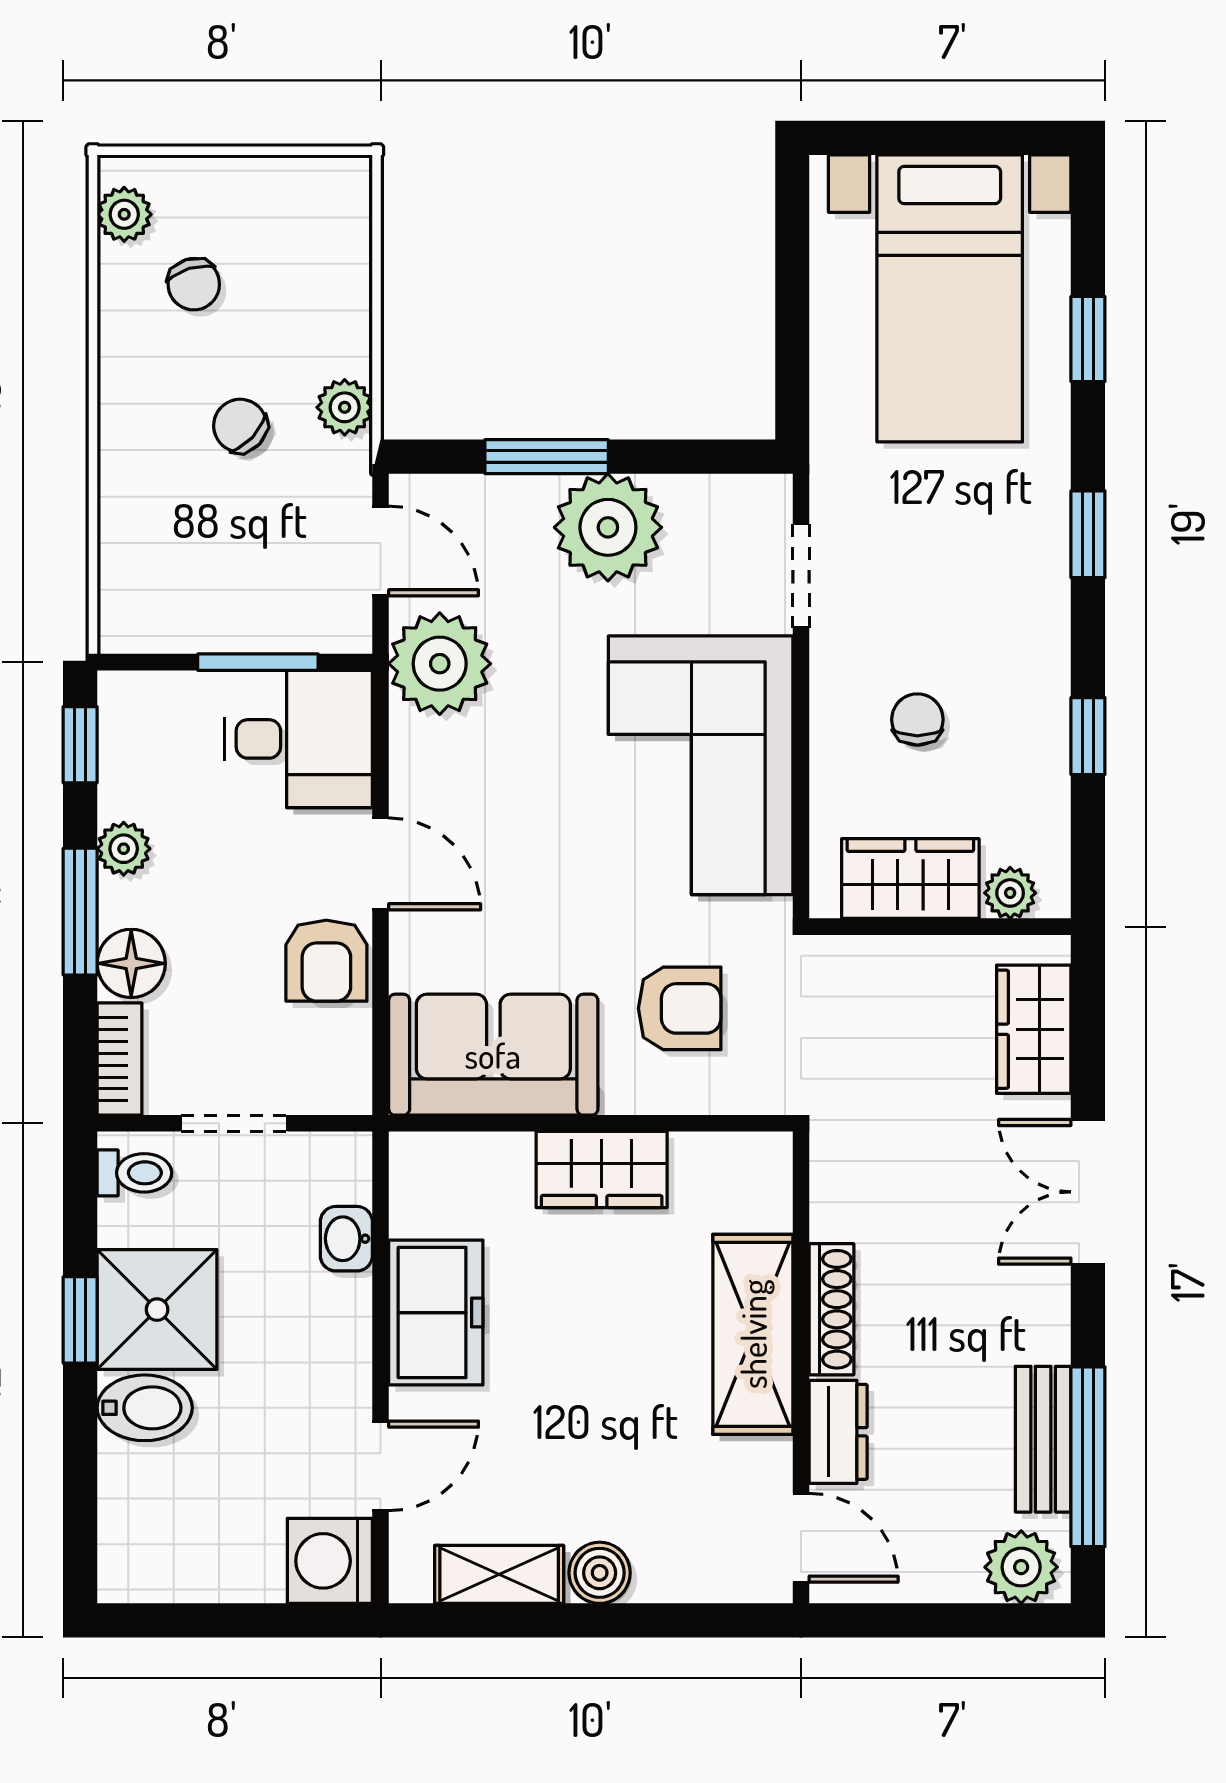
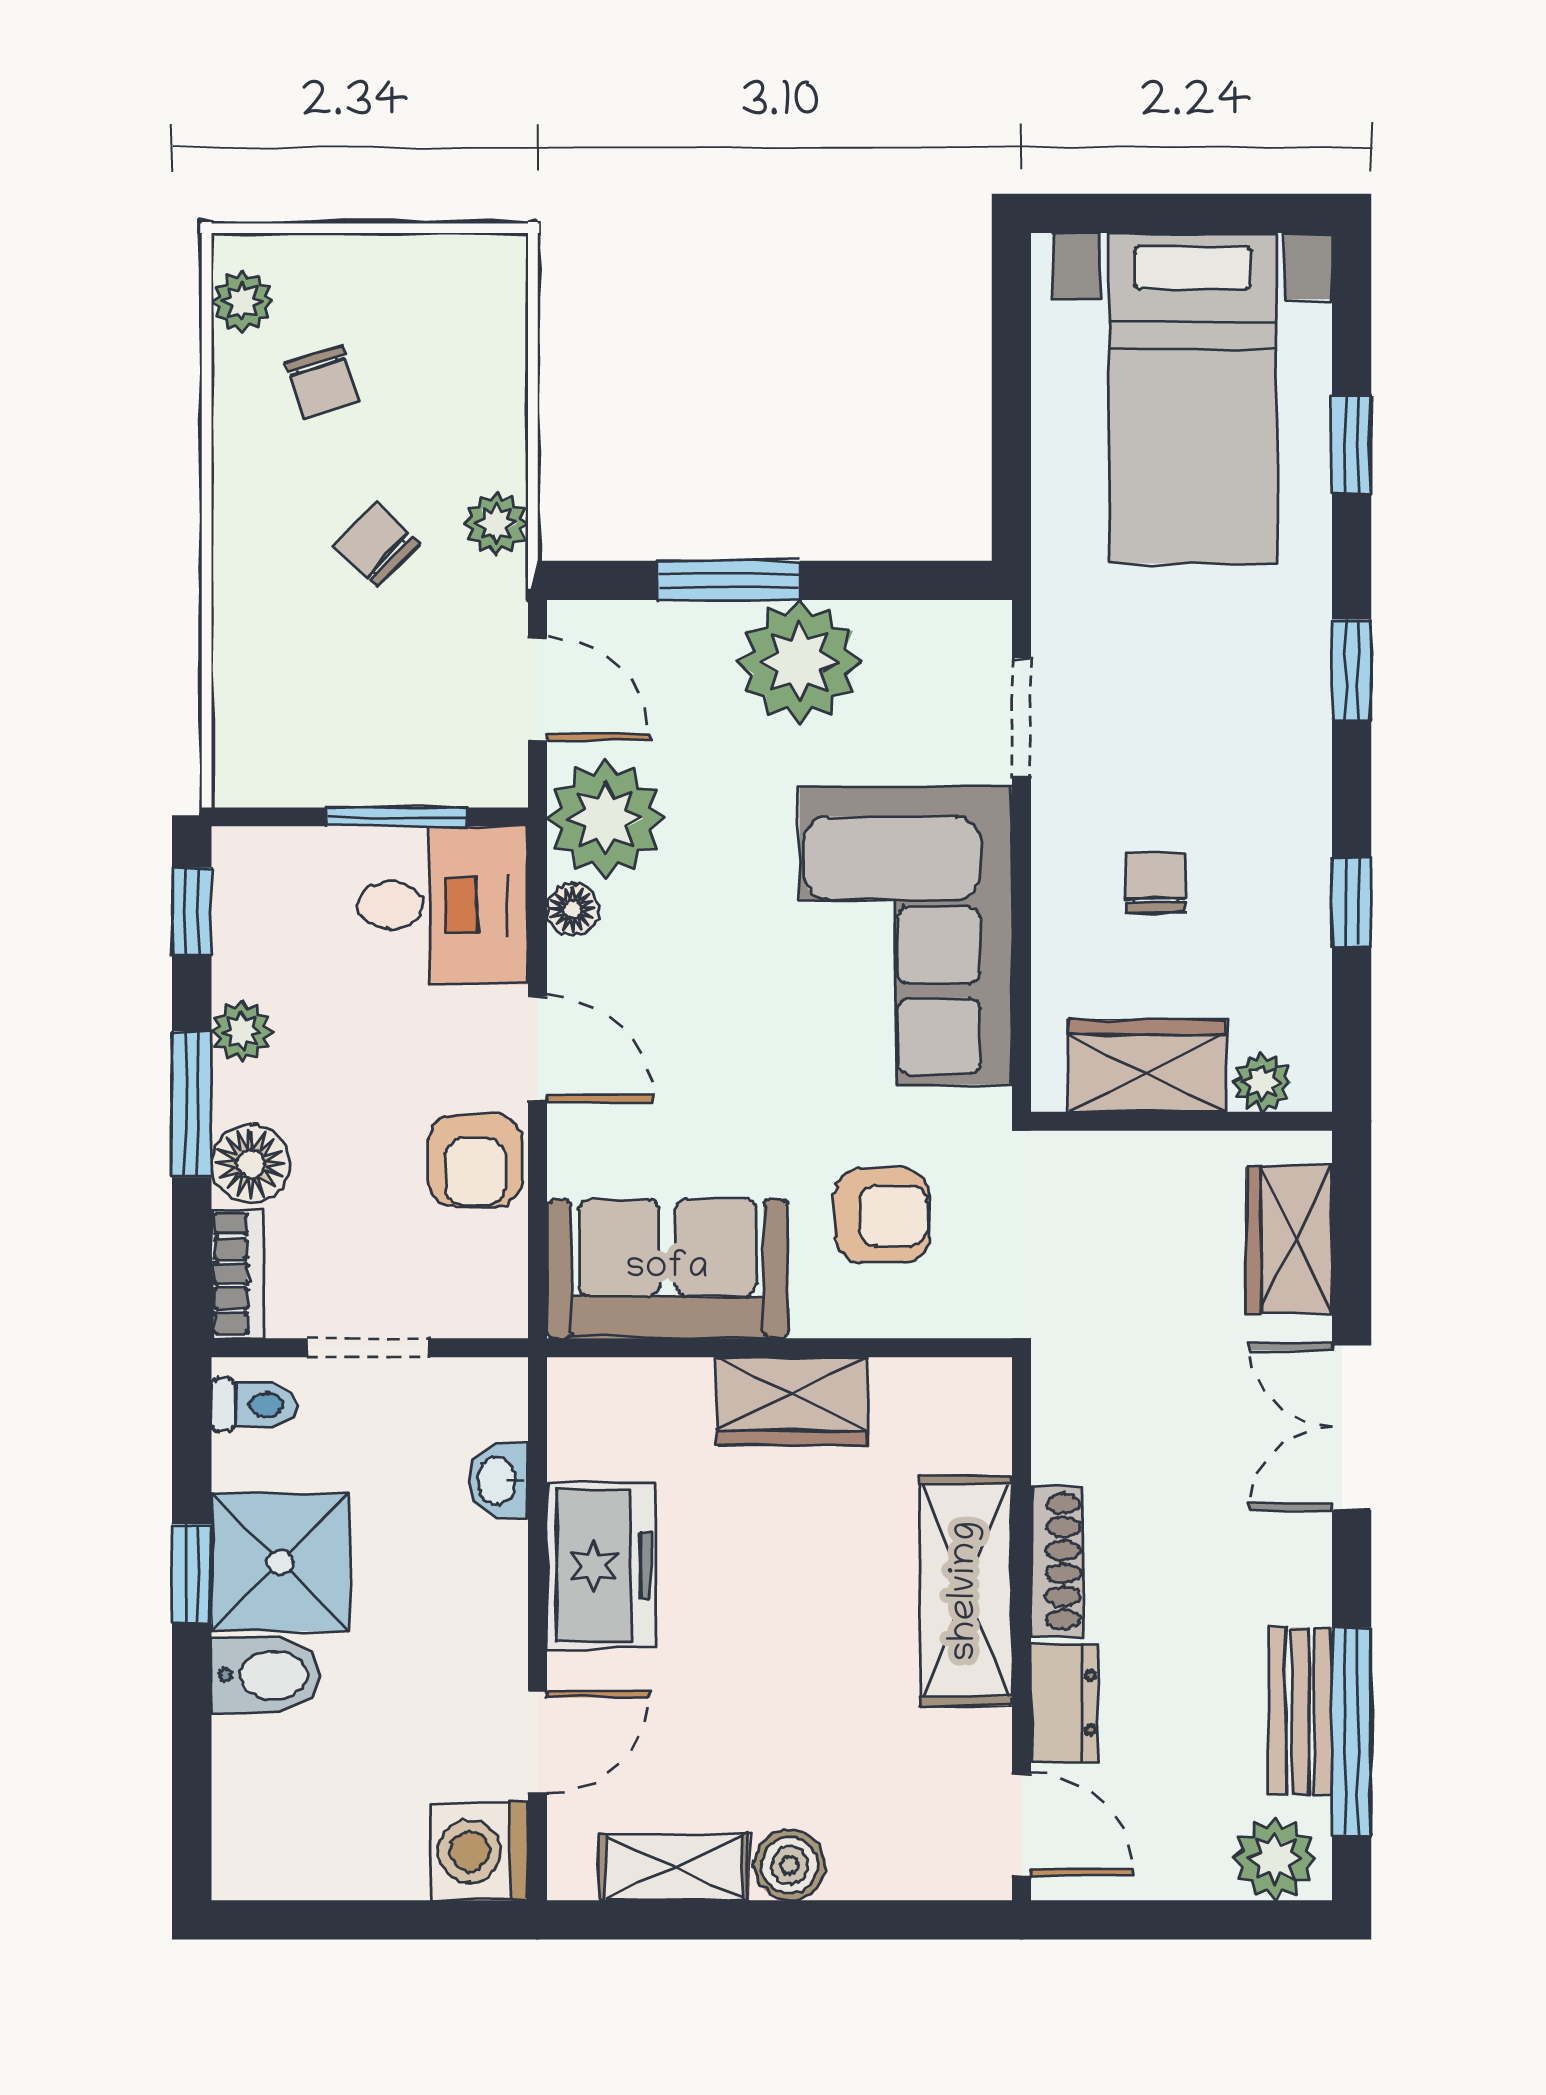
floor lamp: (411, 742) -> (573, 909), added

